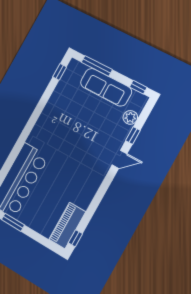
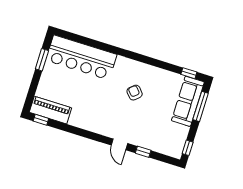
sofa: (106, 87) -> (188, 101), moved
plant: (130, 117) -> (159, 146), removed
armchair: (68, 132) -> (135, 93), added

